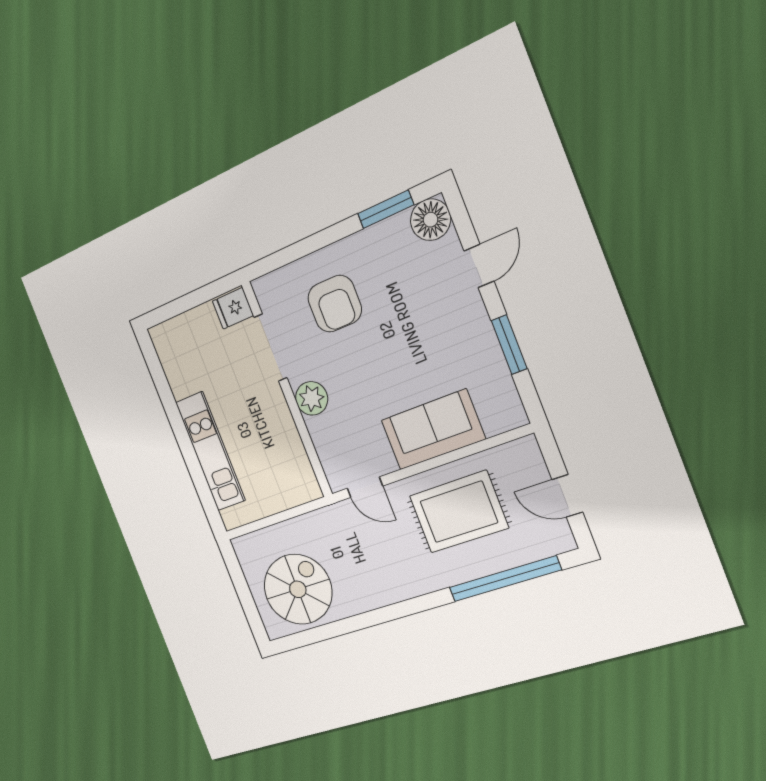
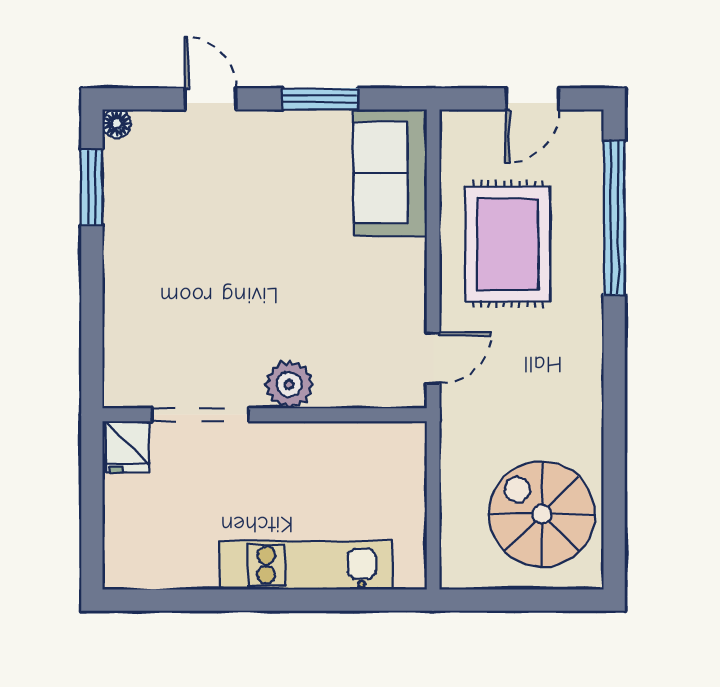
floor lamp: (431, 220) -> (117, 124), width x0.53, depth x0.53
armchair: (335, 304) -> (180, 302), removed
sofa: (433, 430) -> (390, 173), moved

